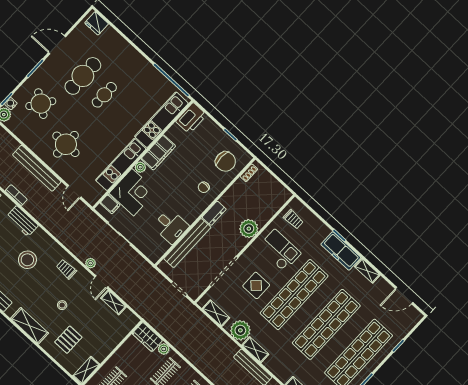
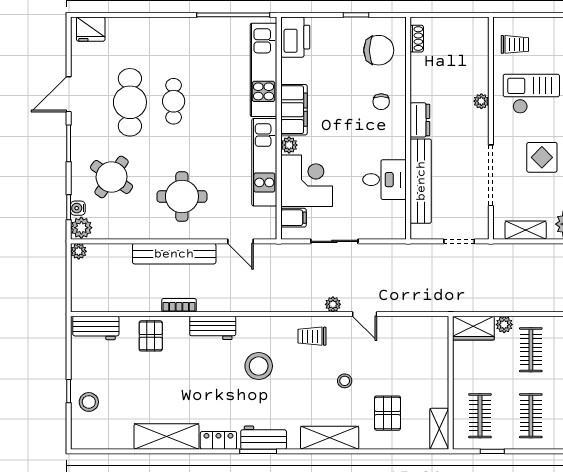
plant: (249, 229) -> (481, 101), width x0.53, depth x0.53
shelving: (113, 302) -> (399, 325), removed

